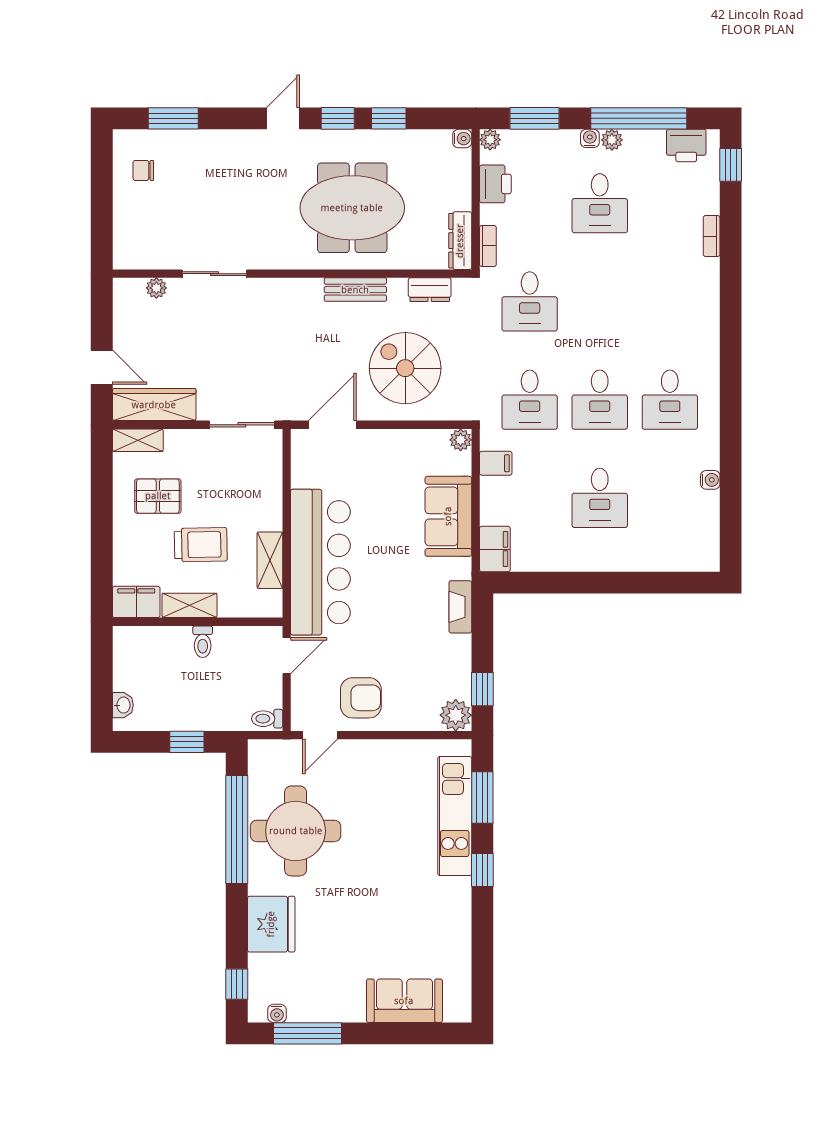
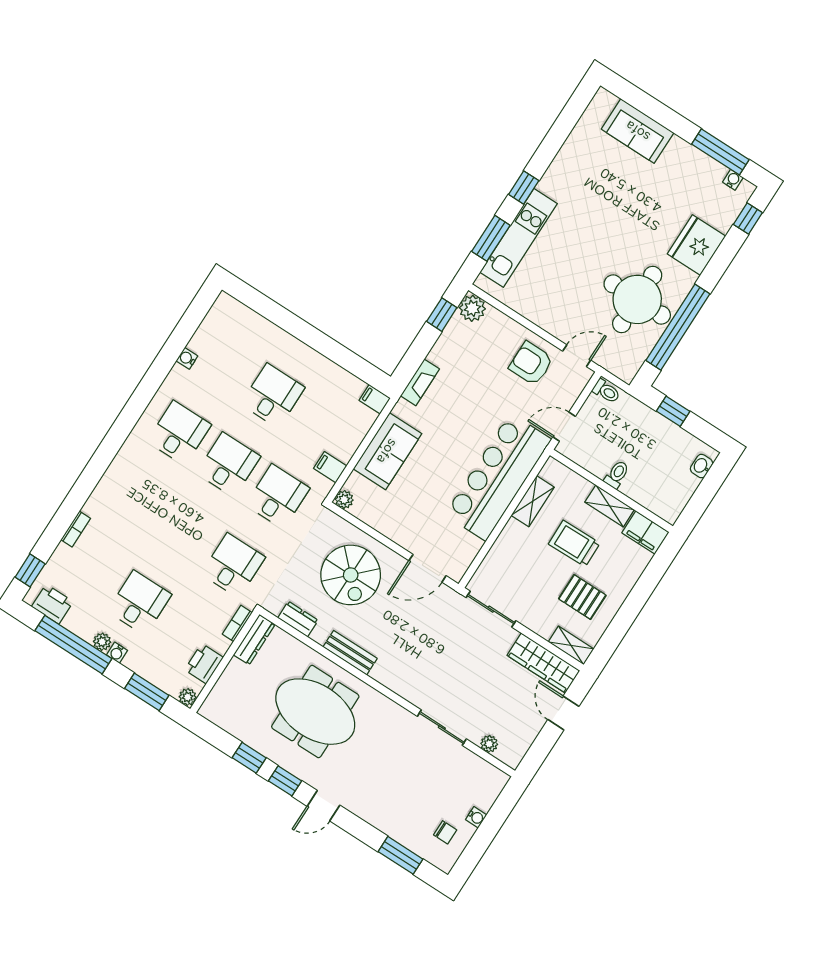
water cooler: (462, 139) -> (476, 817), moved, turned 180
filing cabinet: (495, 549) -> (375, 399), width x0.50

